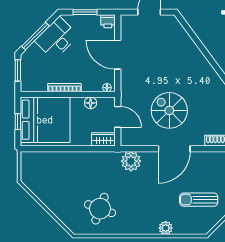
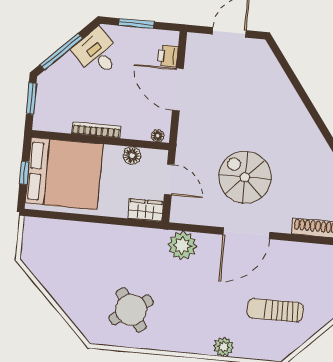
printer: (108, 21) -> (168, 56), moved, turned 90
desk: (57, 38) -> (97, 53), width x0.73
round table: (100, 209) -> (131, 310), turned 36

